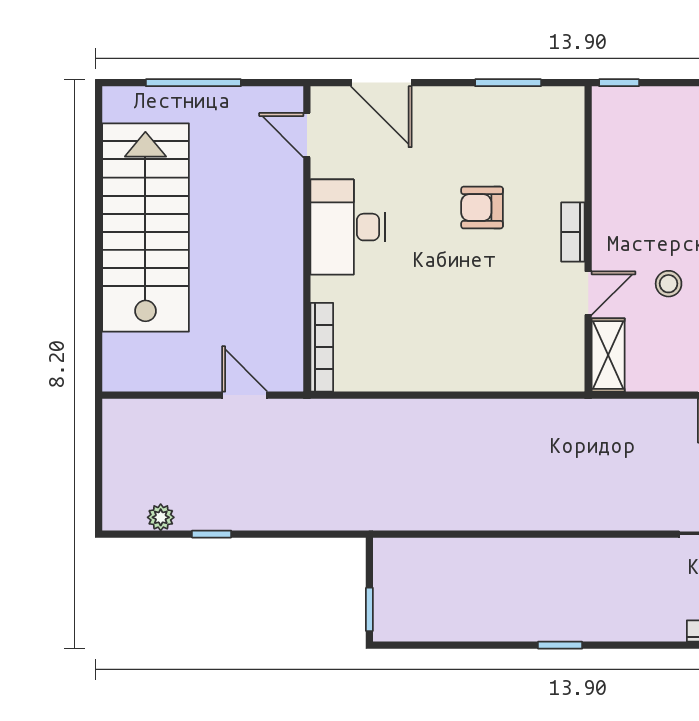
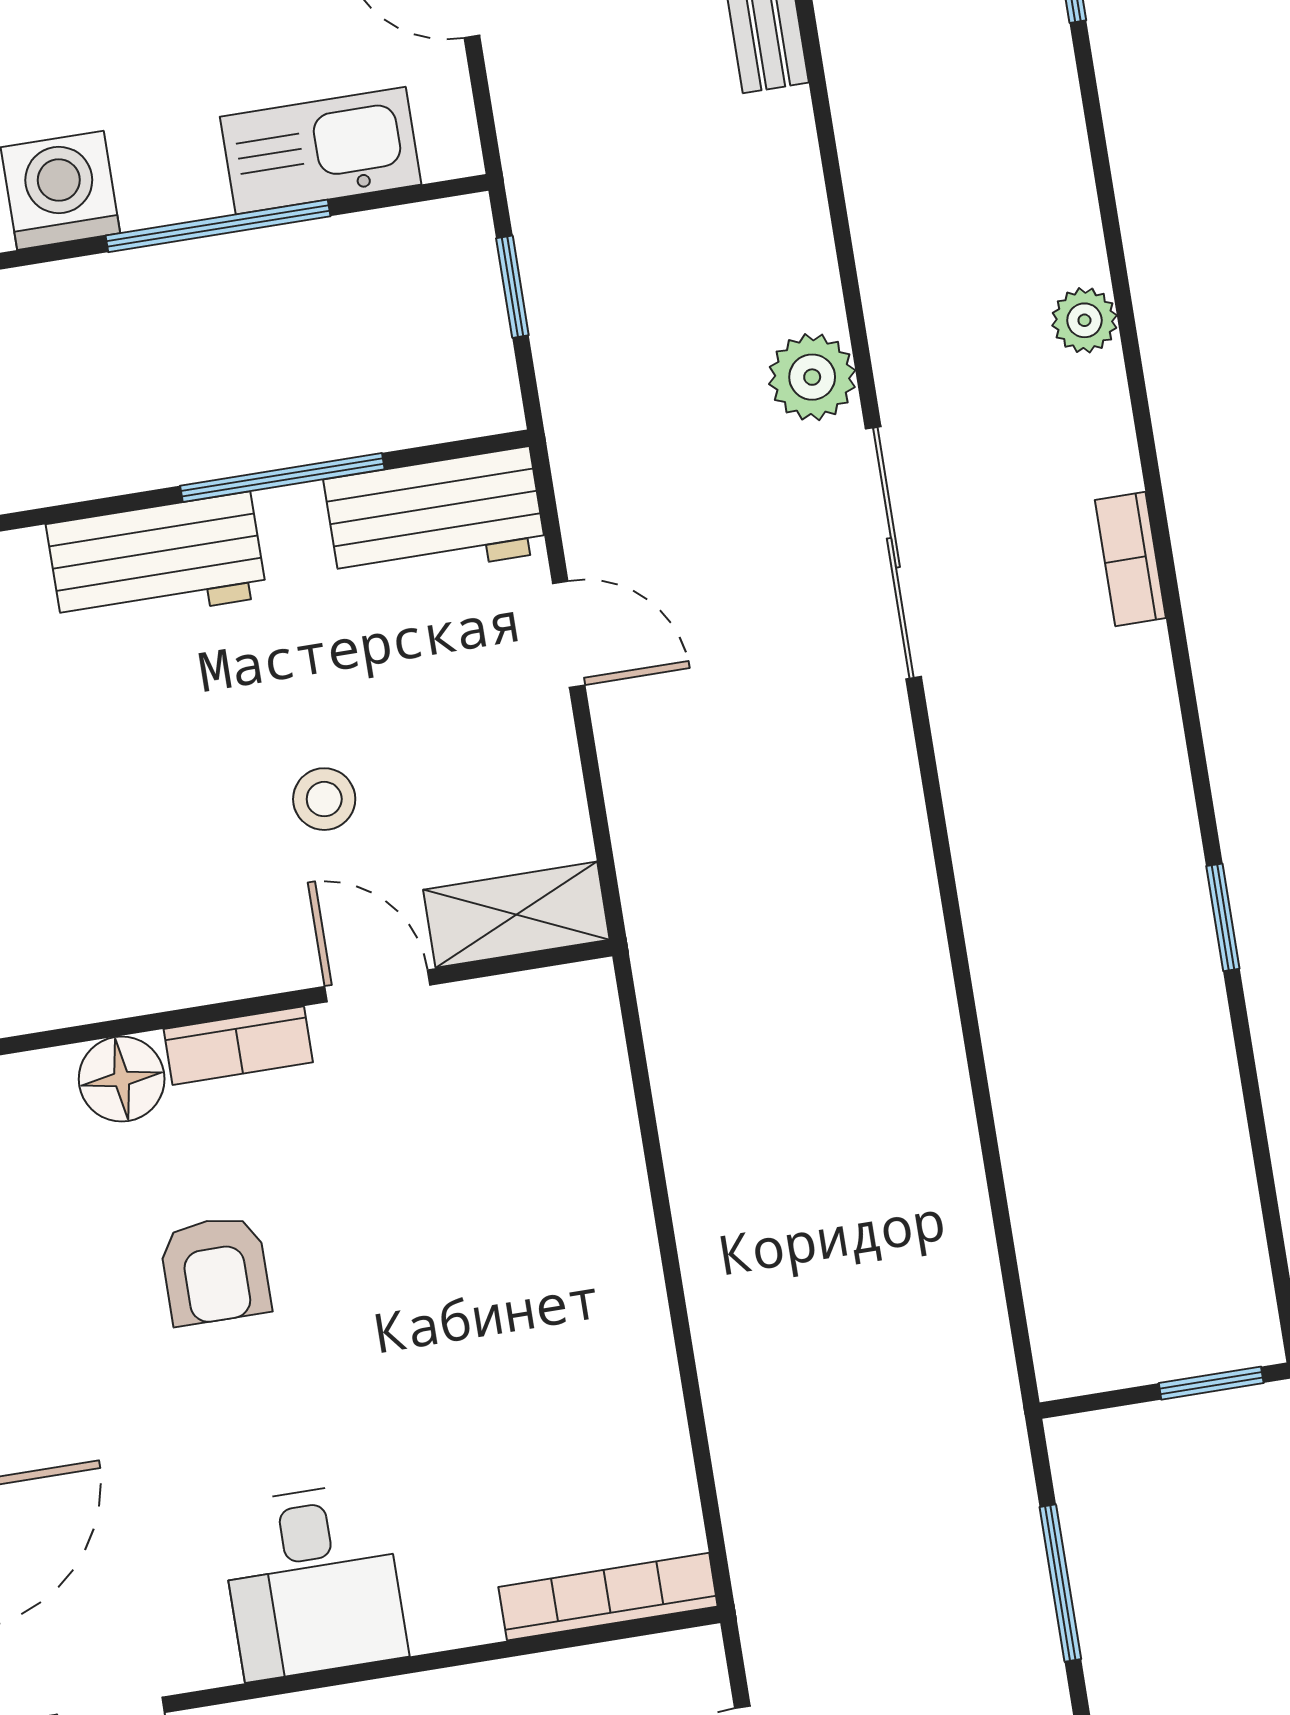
floor lamp: (567, 182) -> (122, 1079), added
desk: (348, 227) -> (313, 1581), width x0.73
window: (297, 534) -> (1060, 1583), added

